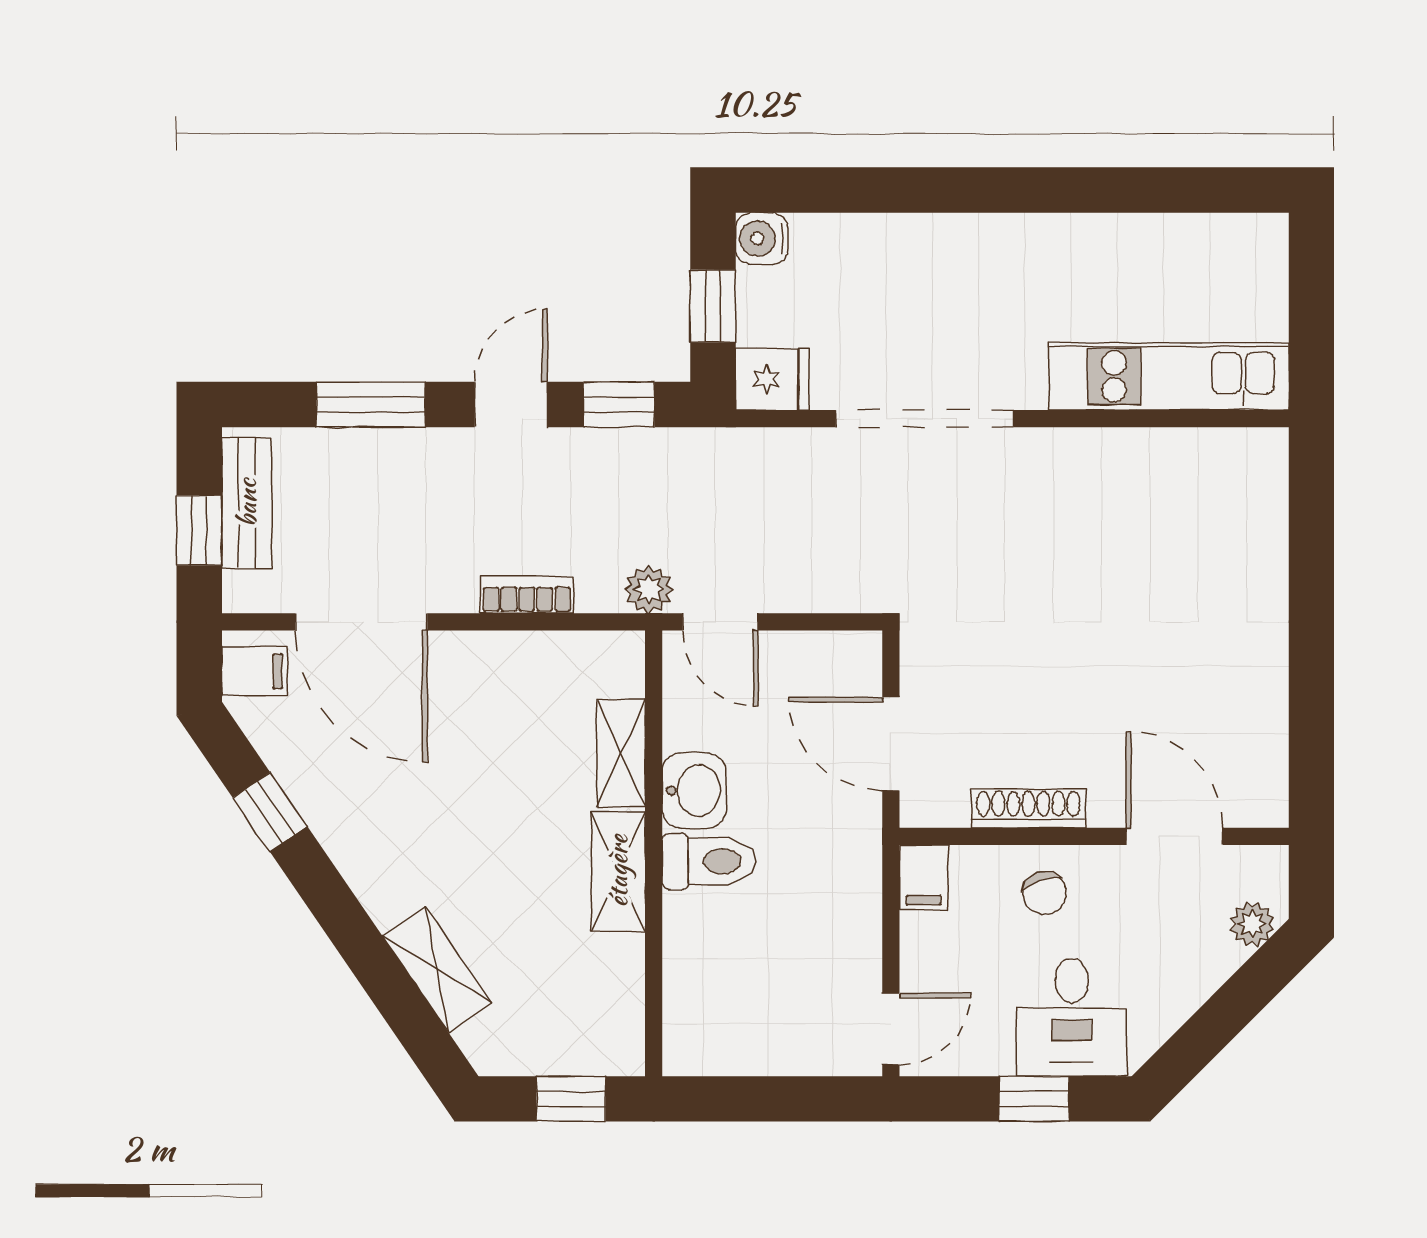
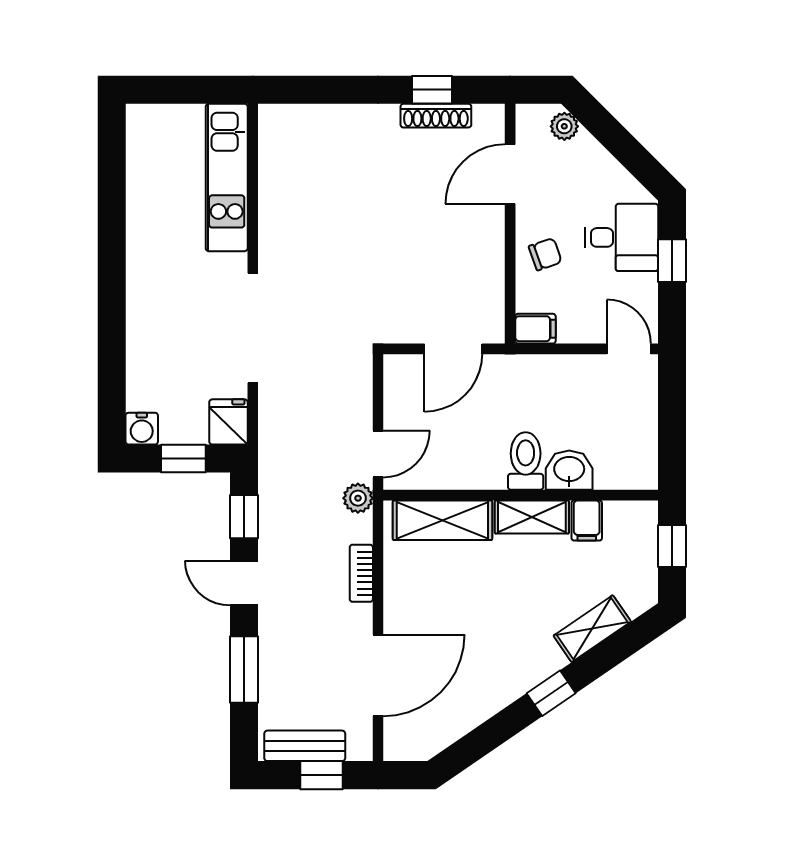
filing cabinet: (255, 671) -> (587, 521), moved, turned 180
window: (1311, 709) -> (432, 90), added
shelving: (621, 753) -> (442, 520), width x1.50, depth x1.33
washbasin: (694, 791) -> (569, 470), moved
shoe rack: (1028, 808) -> (436, 116), moved, turned -90
window: (270, 812) -> (551, 693), moved

